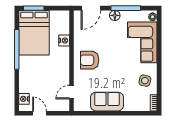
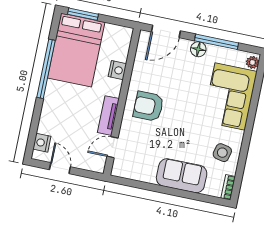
tv unit: (64, 72) -> (108, 116), added
sofa: (107, 102) -> (182, 176), moved

